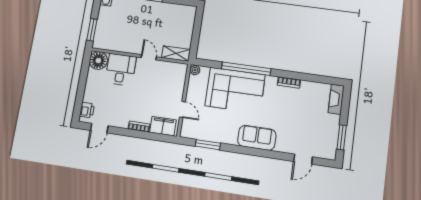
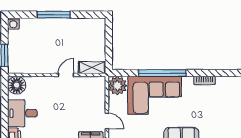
door: (149, 57) -> (66, 75), hinge flipped
desk: (121, 70) -> (22, 113), moved, turned -90
plant: (195, 70) -> (117, 86), width x1.88, depth x1.88

